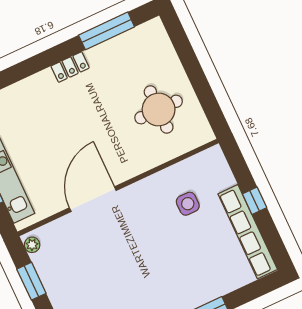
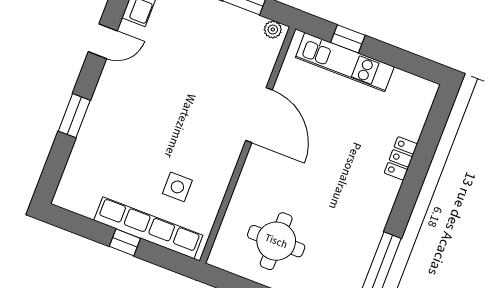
locker: (70, 67) -> (401, 158), moved
row of seats: (248, 232) -> (148, 228), moved

